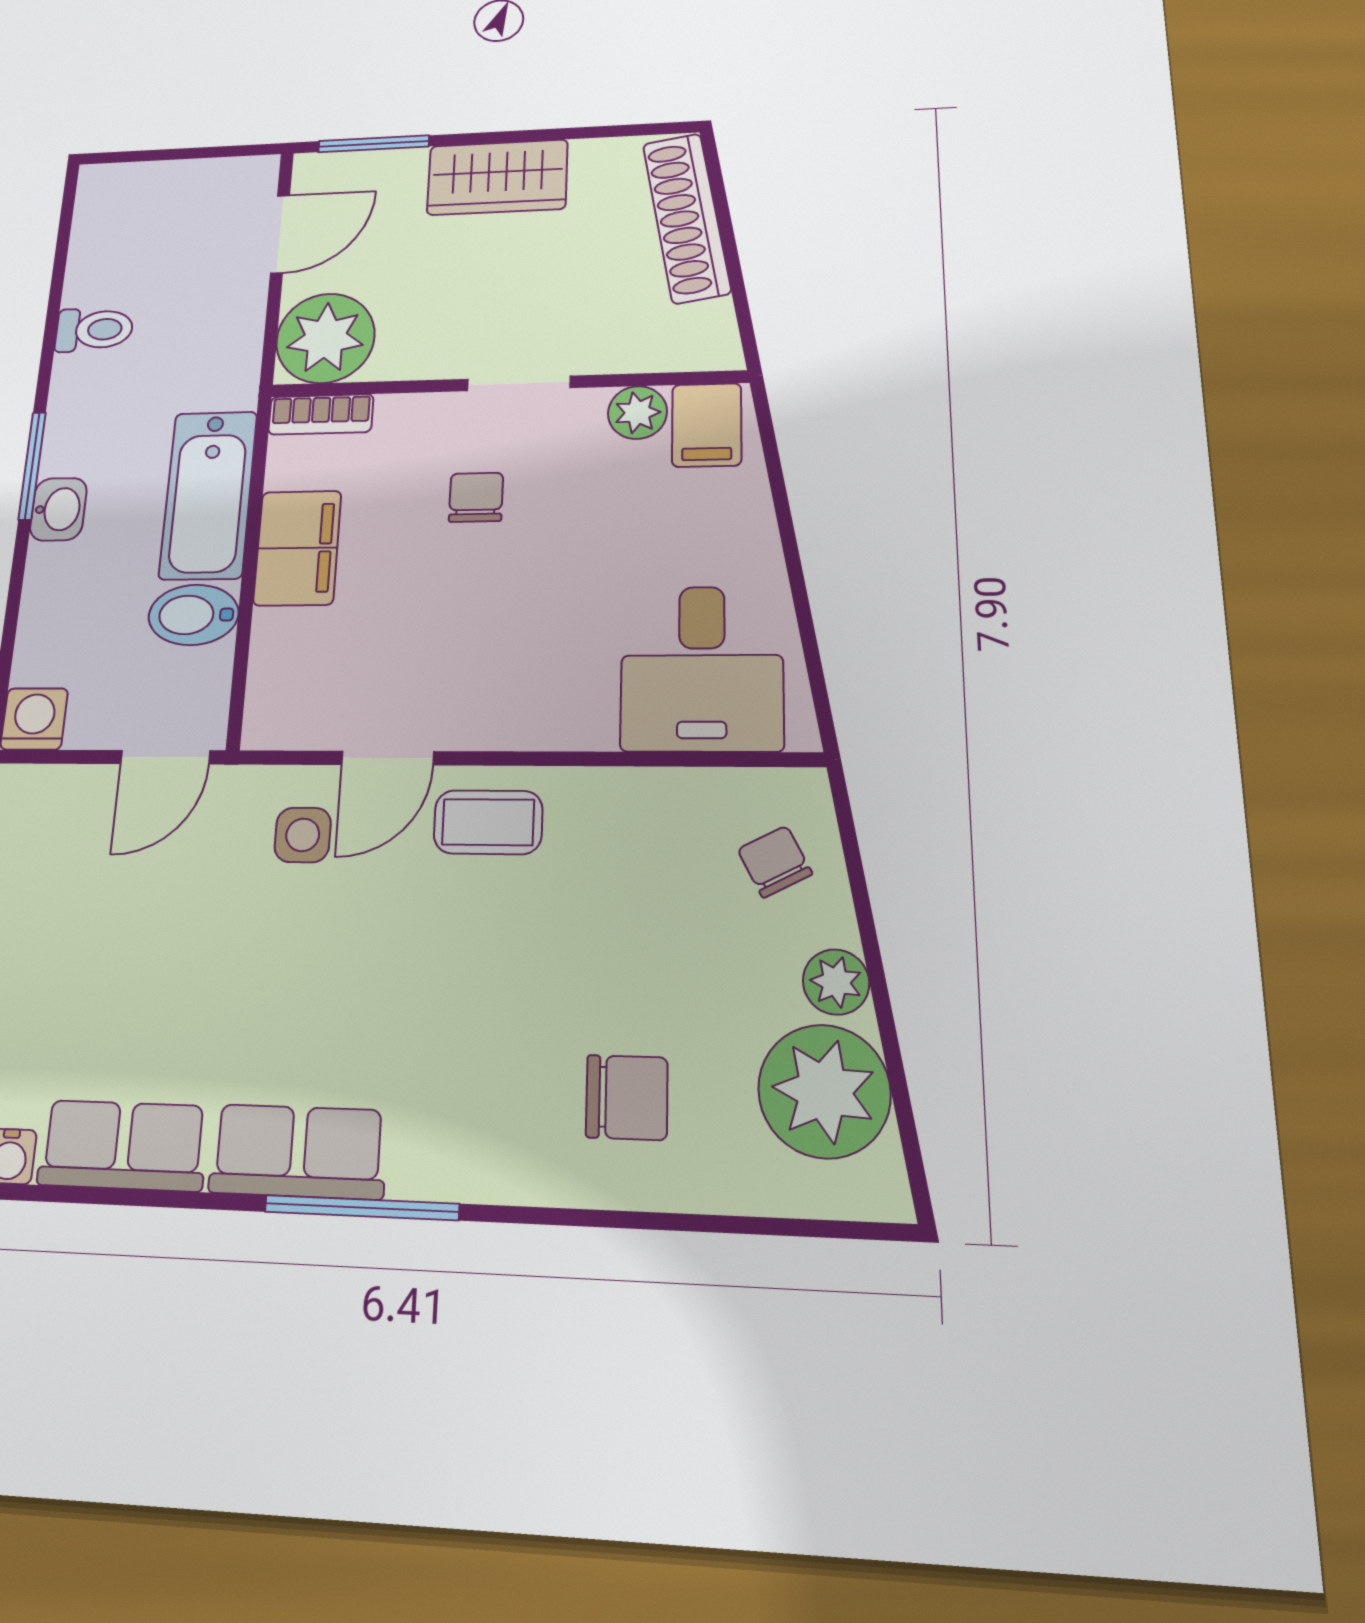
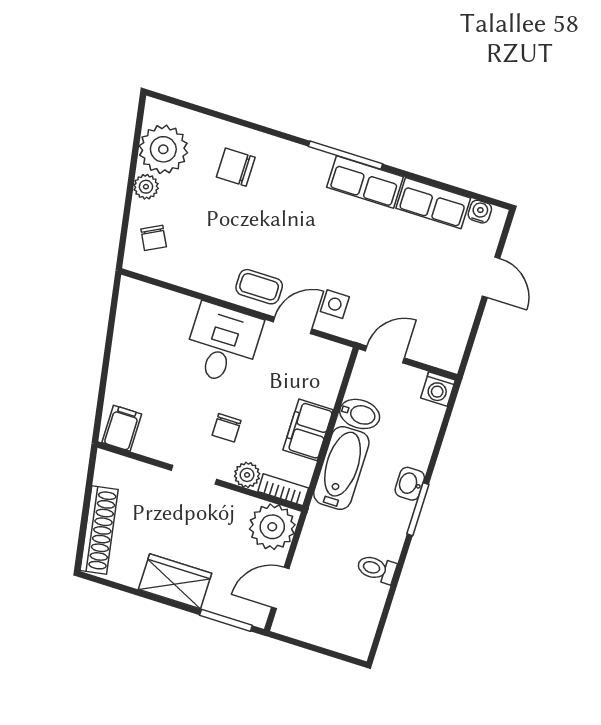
plant: (637, 413) -> (247, 475), moved
desk: (702, 668) -> (223, 344), moved

